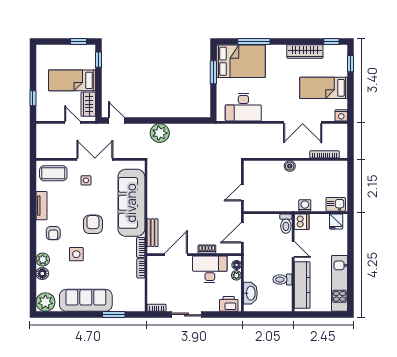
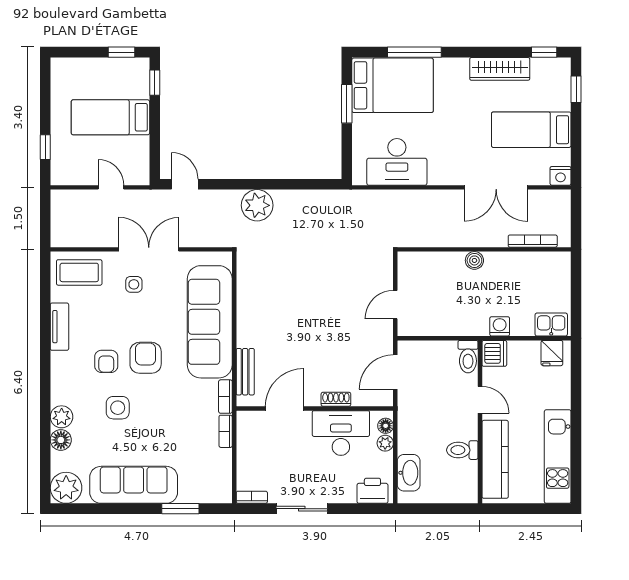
wardrobe: (88, 104) -> (138, 157), removed
armchair: (53, 233) -> (106, 361), moved

